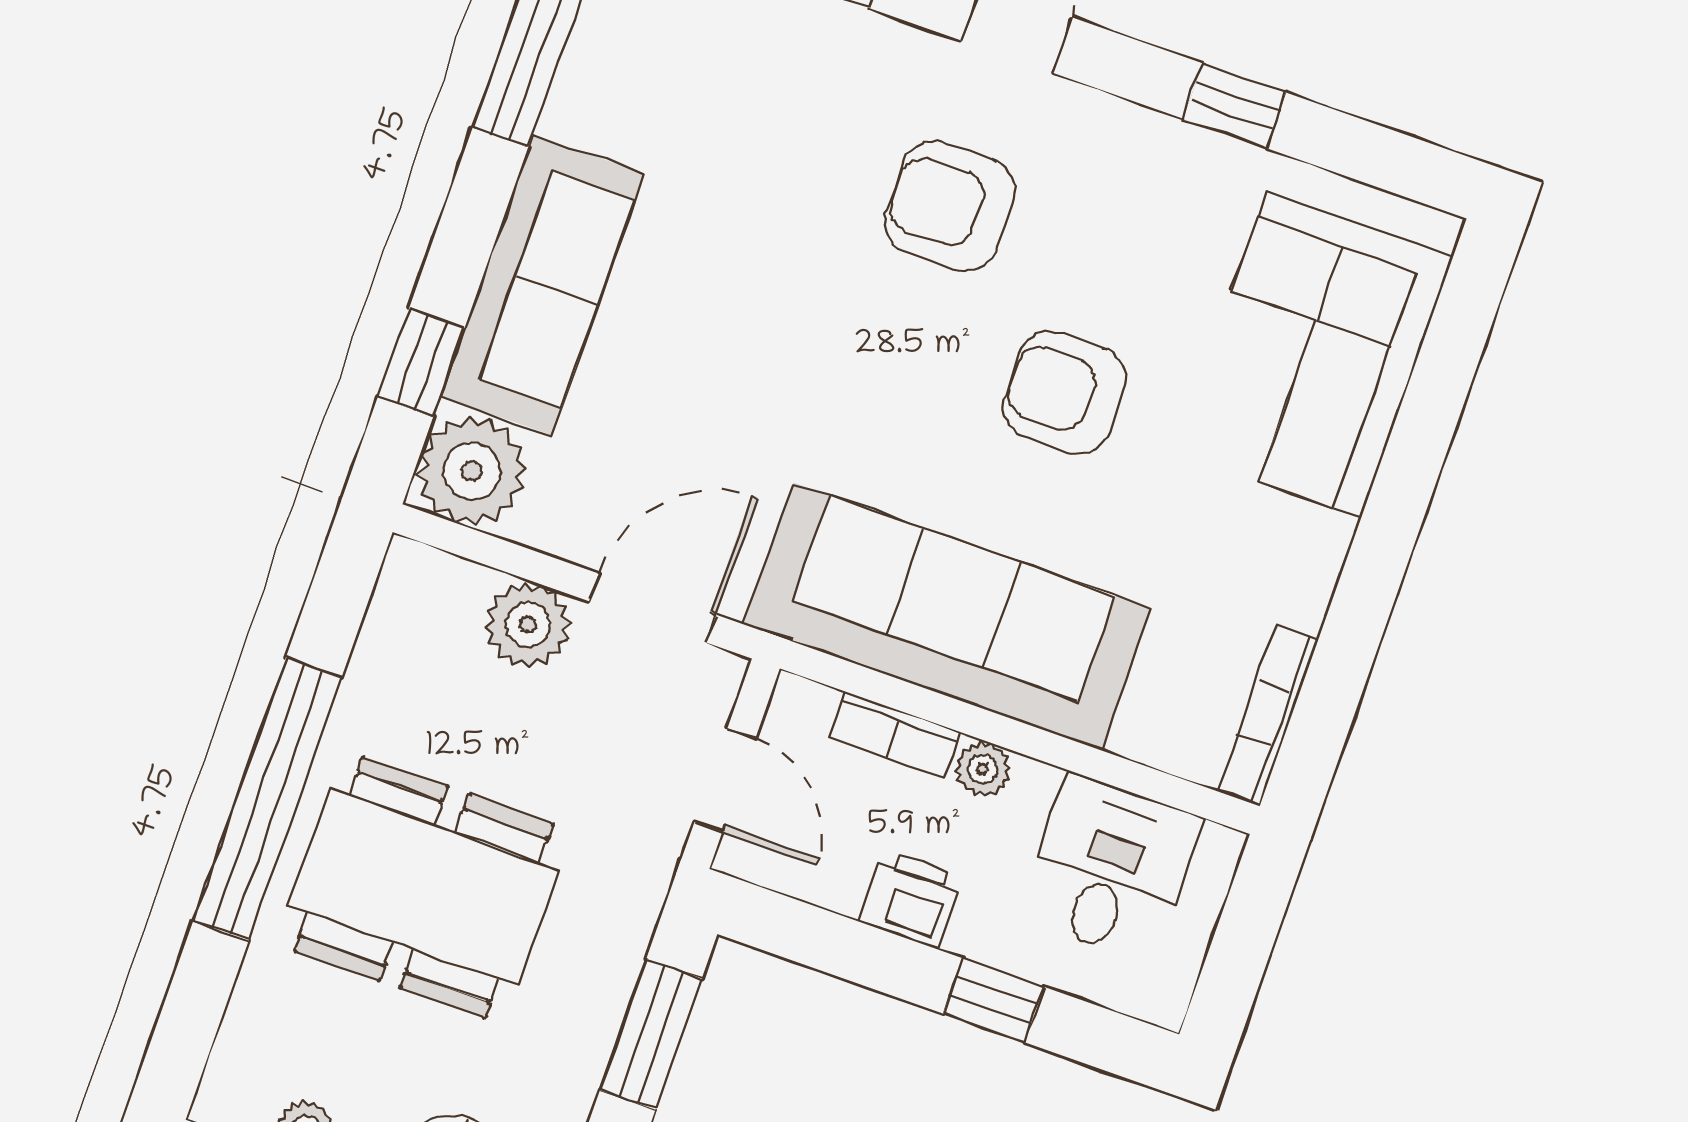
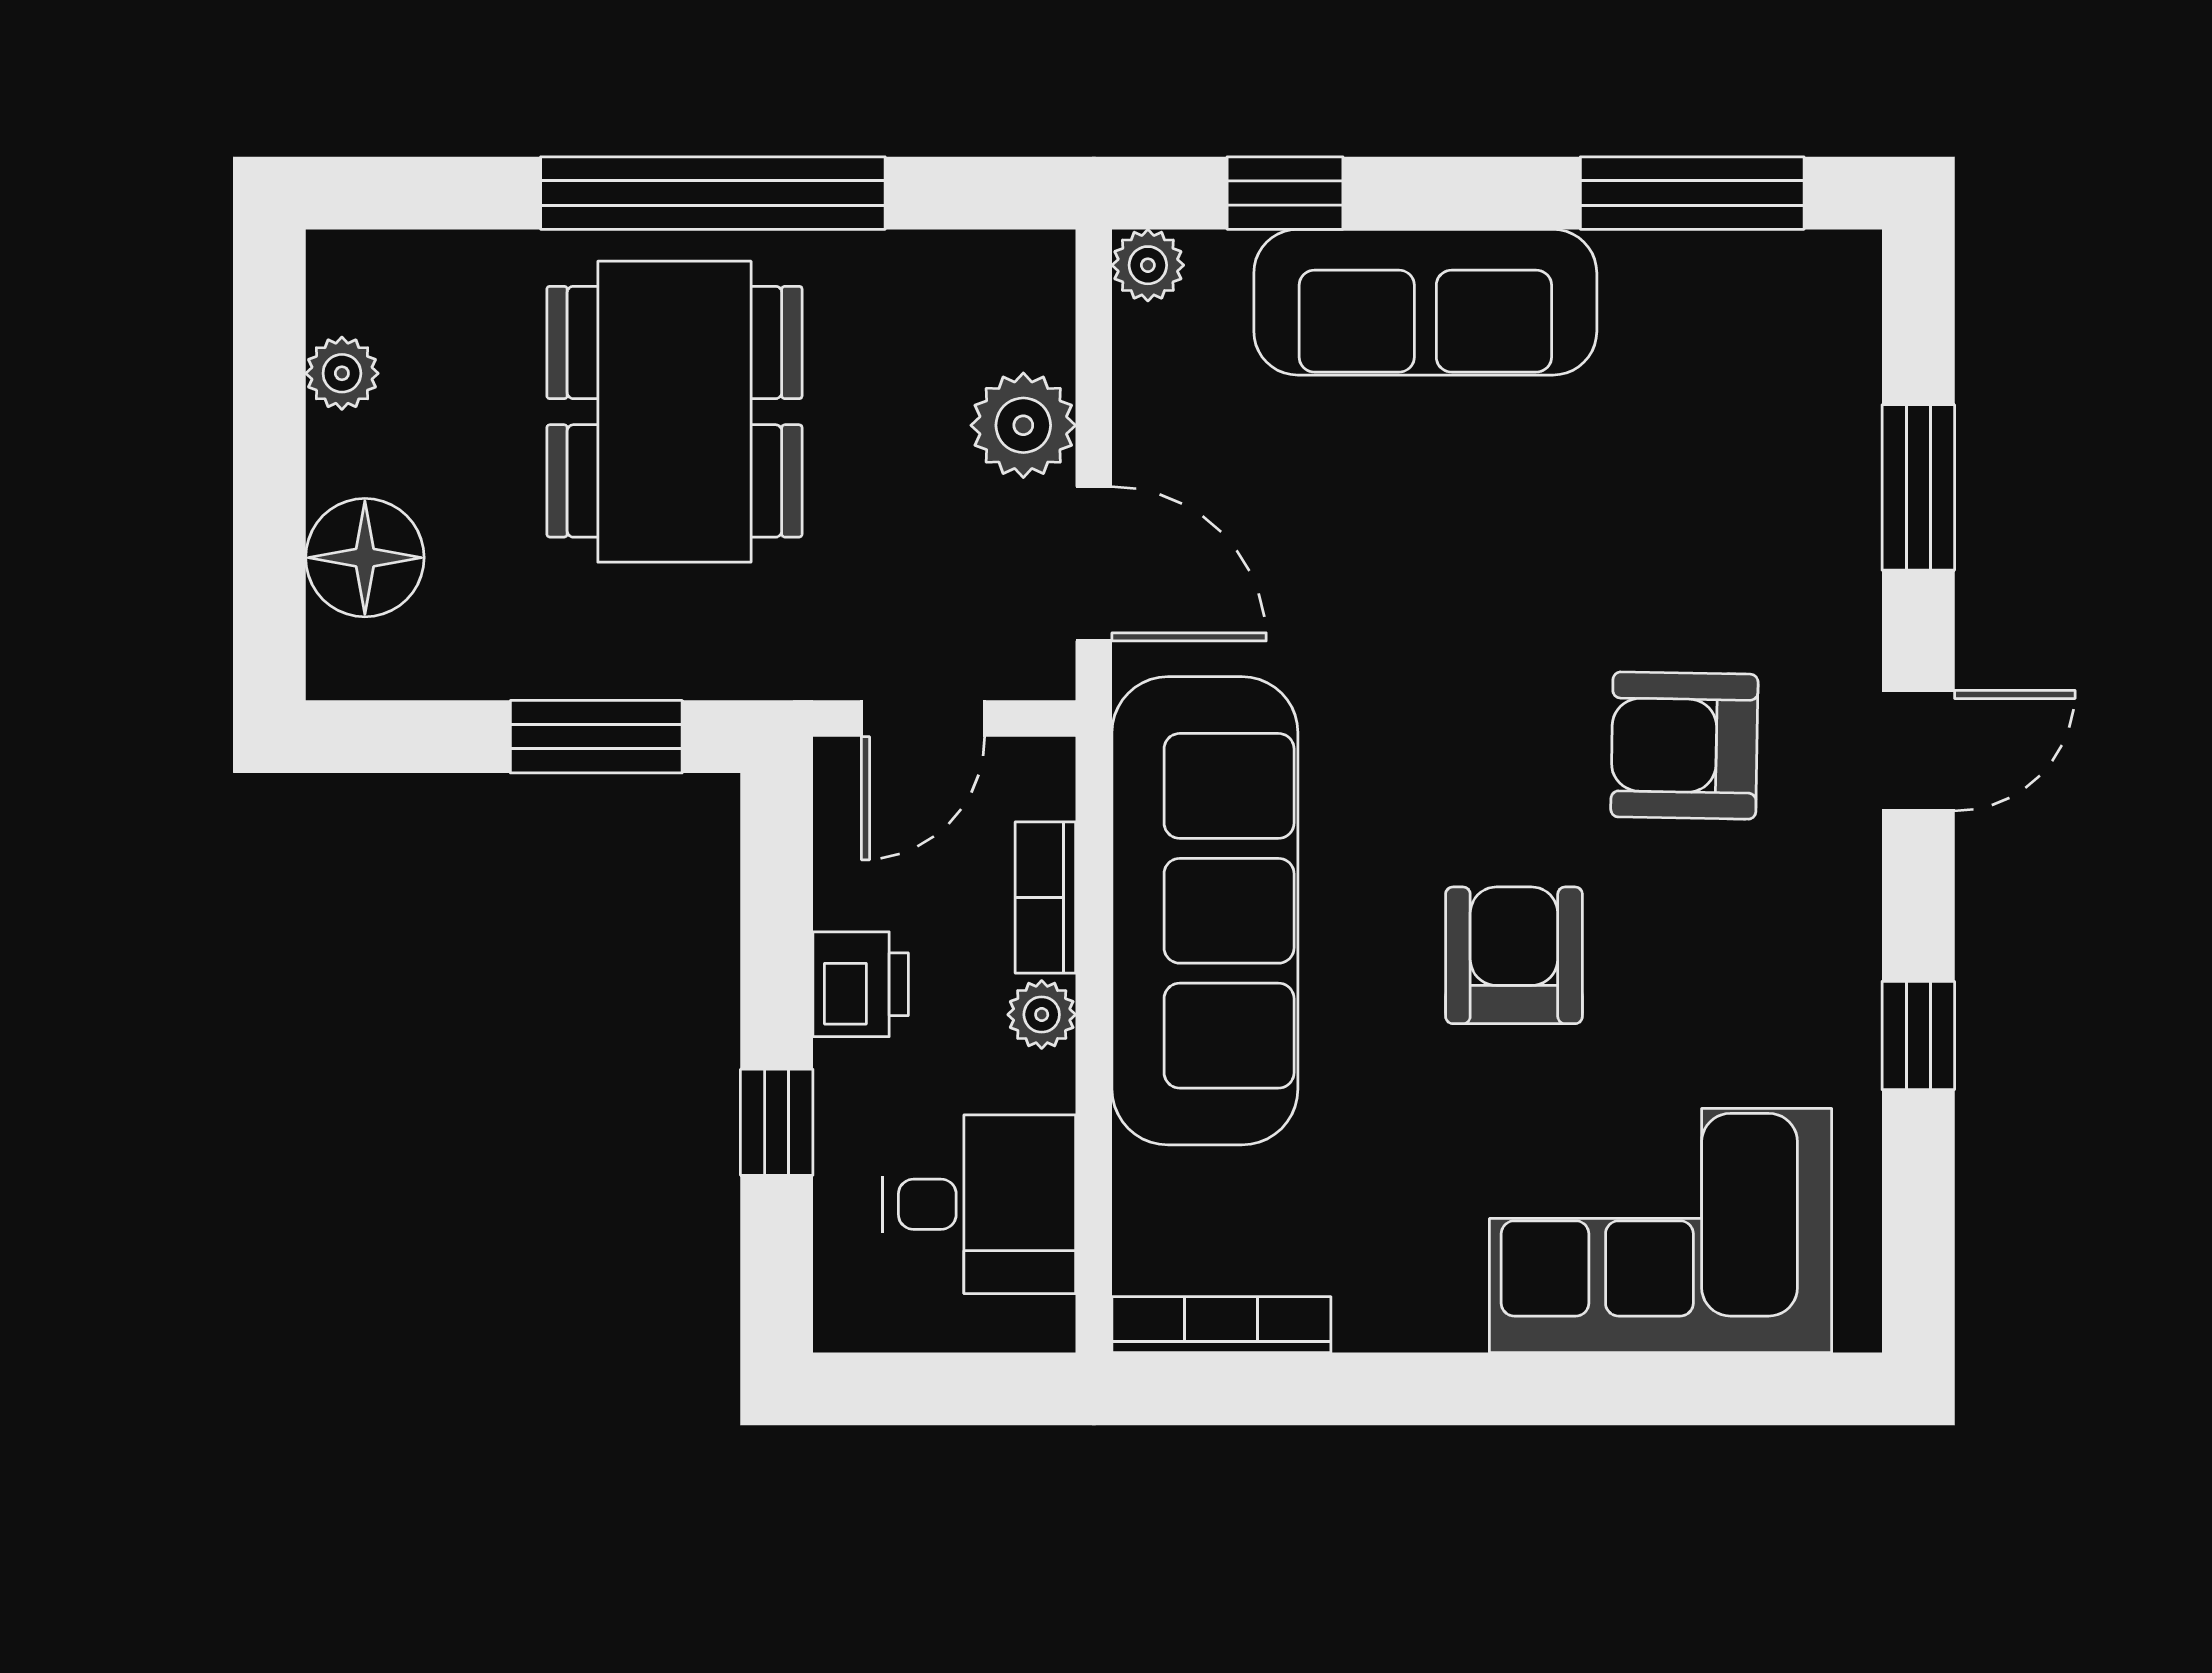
armchair: (950, 206) -> (1684, 746), turned -89
plant: (472, 471) -> (1148, 265), width x0.53, depth x0.53

